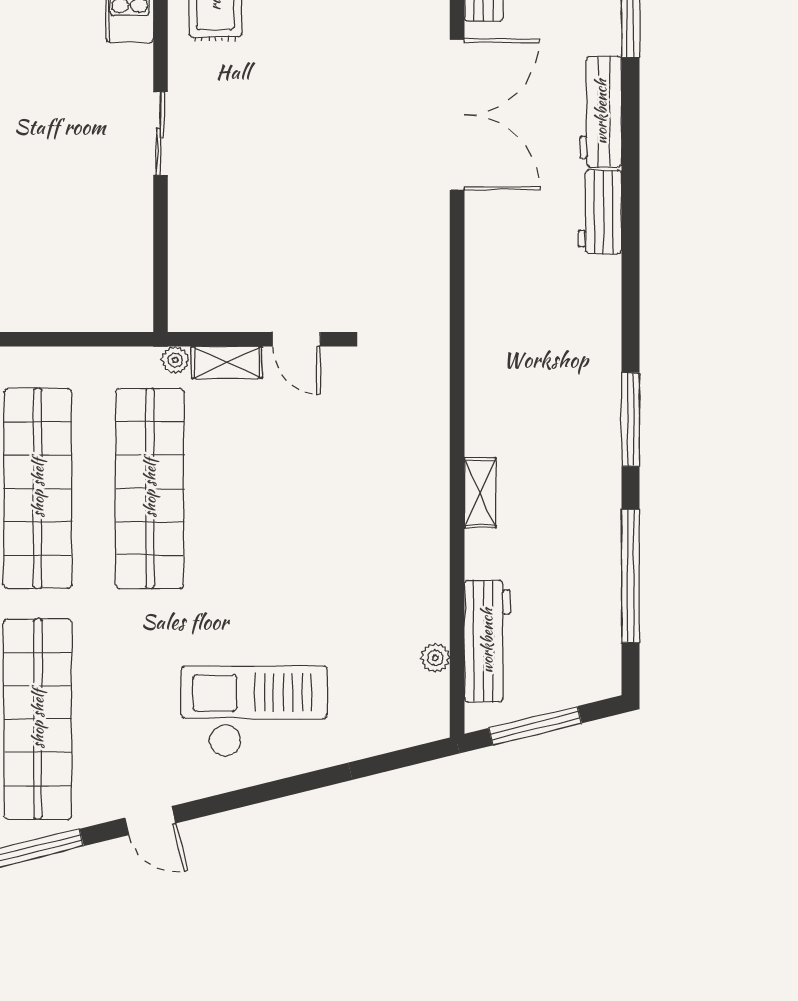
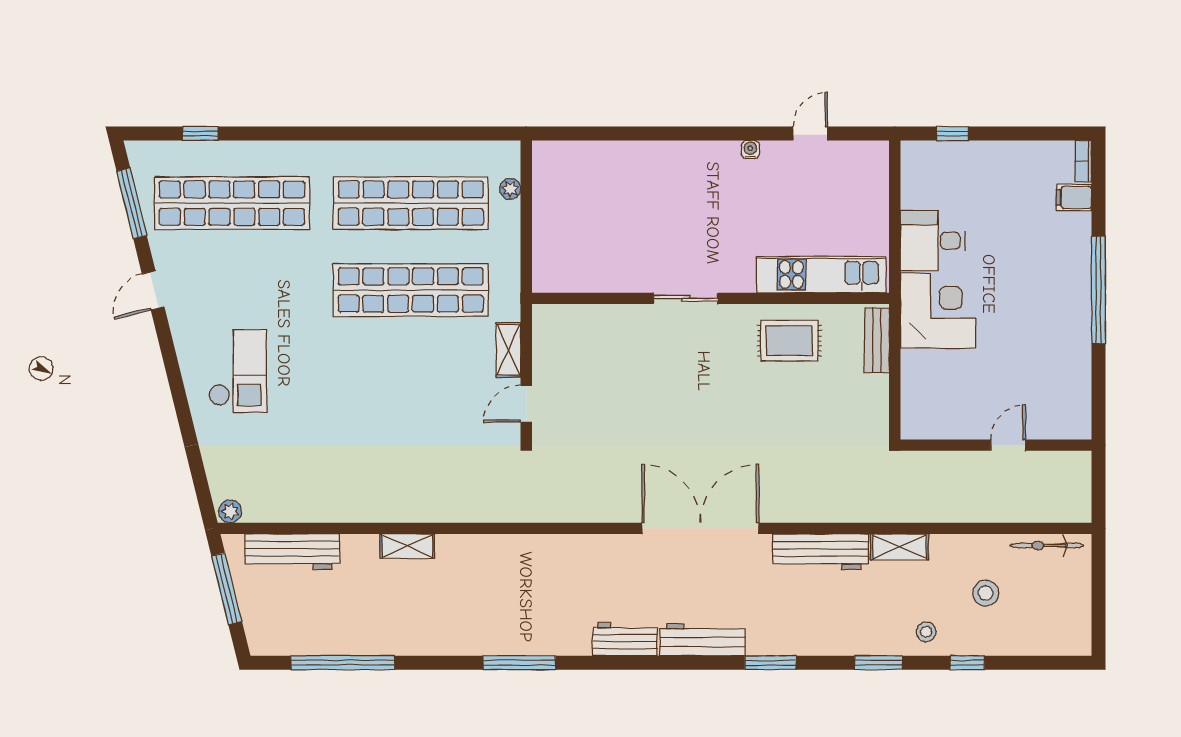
double door: (457, 115) -> (700, 528), swing flipped
plant: (175, 360) -> (510, 189), moved
window: (630, 420) -> (519, 663), moved
plant: (435, 658) -> (230, 511), moved
checkout: (254, 711) -> (238, 371), width x0.73, depth x0.83

